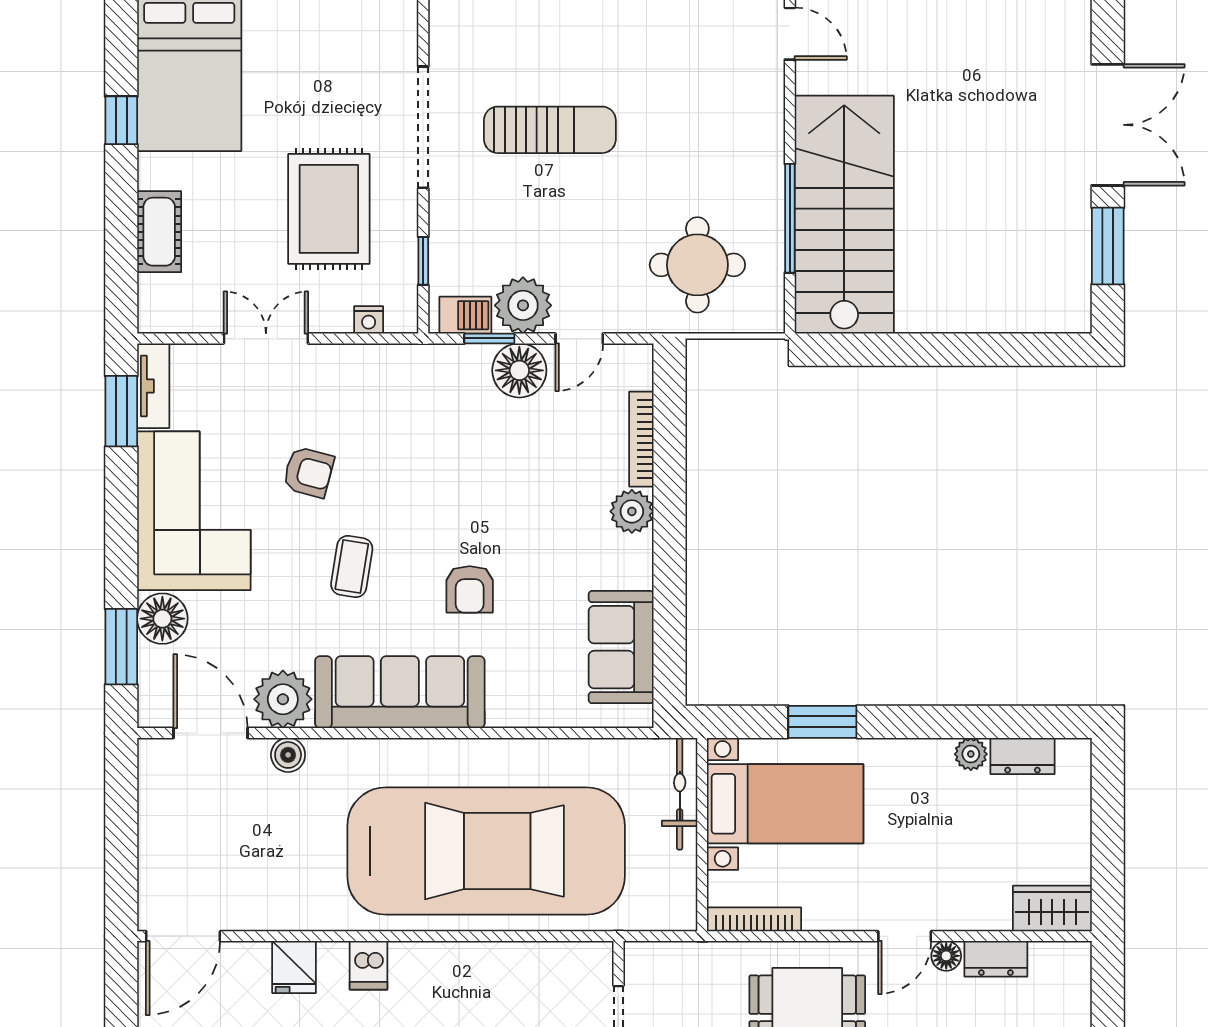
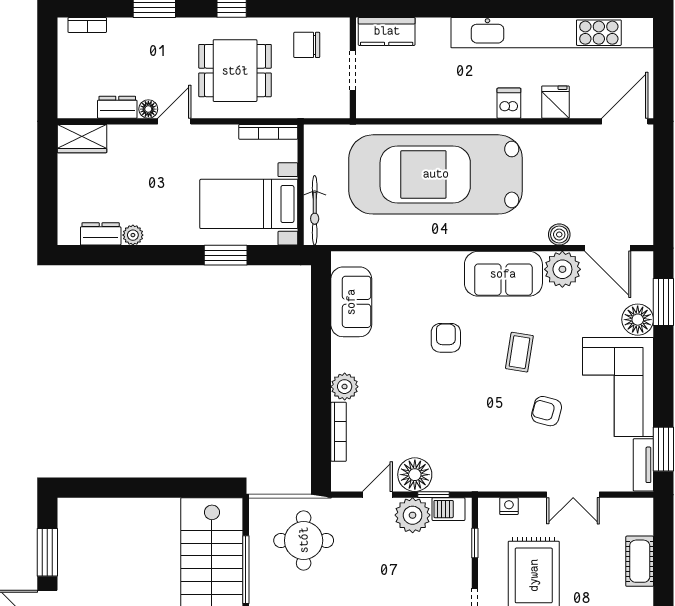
sofa: (400, 692) -> (503, 274), width x0.73

